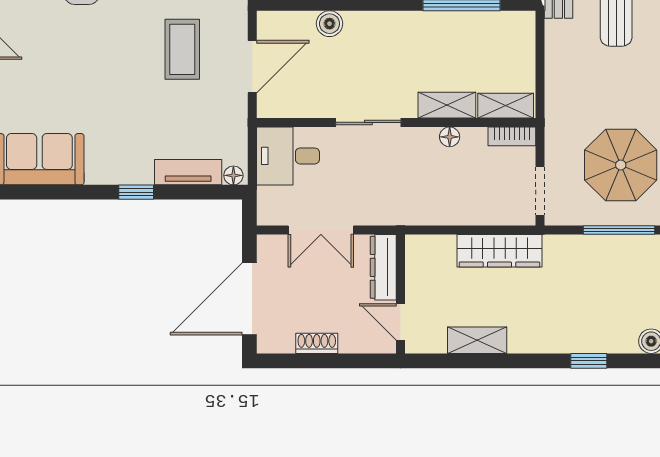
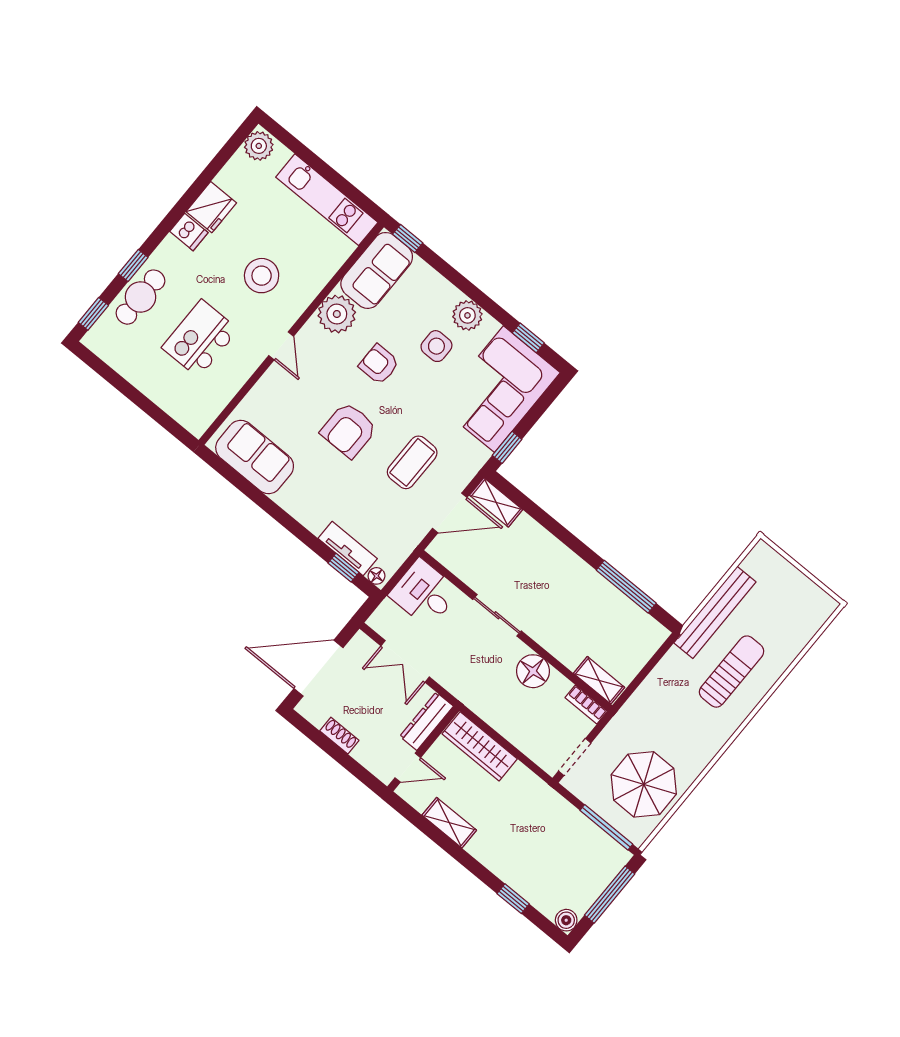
boiler: (330, 24) -> (526, 527), removed
armchair: (103, 67) -> (349, 430), added
shelving: (447, 105) -> (496, 502), moved
floor lamp: (450, 137) -> (533, 671), width x1.89, depth x1.89
window: (136, 192) -> (343, 568), moved
wardrobe: (499, 251) -> (480, 746), moved
door: (400, 322) -> (408, 768), swing flipped

